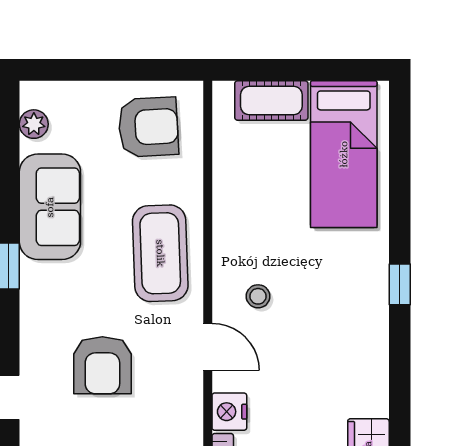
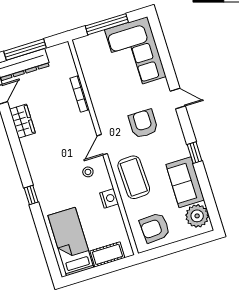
plant: (34, 124) -> (197, 216), width x1.87, depth x1.87
door: (208, 347) -> (102, 145), hinge flipped
nightstand: (229, 412) -> (109, 198), moved

